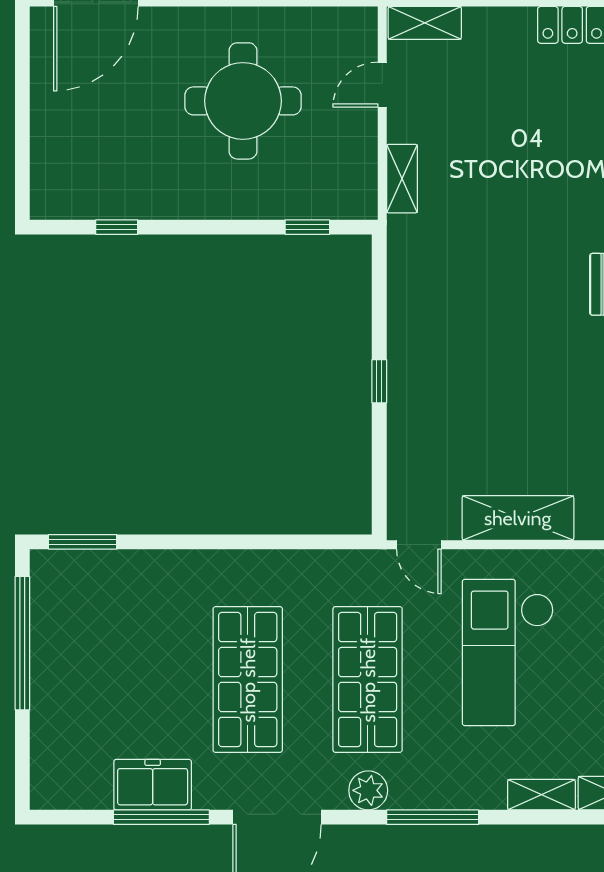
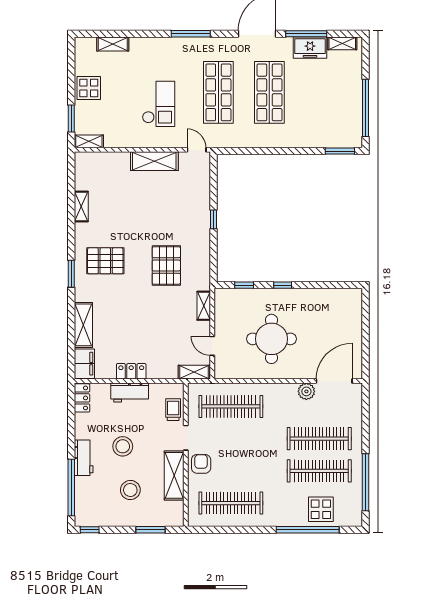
door: (382, 85) -> (212, 346), swing flipped
window: (117, 227) -> (283, 285), moved
pallet: (490, 273) -> (166, 266), added
checkout: (508, 652) -> (159, 104), width x0.73, depth x0.83
plant: (368, 790) -> (218, 45), removed
shelving: (541, 795) -> (342, 43), moved

